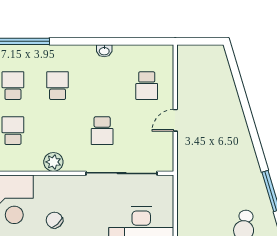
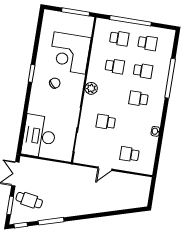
school desk: (58, 86) -> (138, 99), turned 180
door: (175, 120) -> (105, 169), swing flipped

